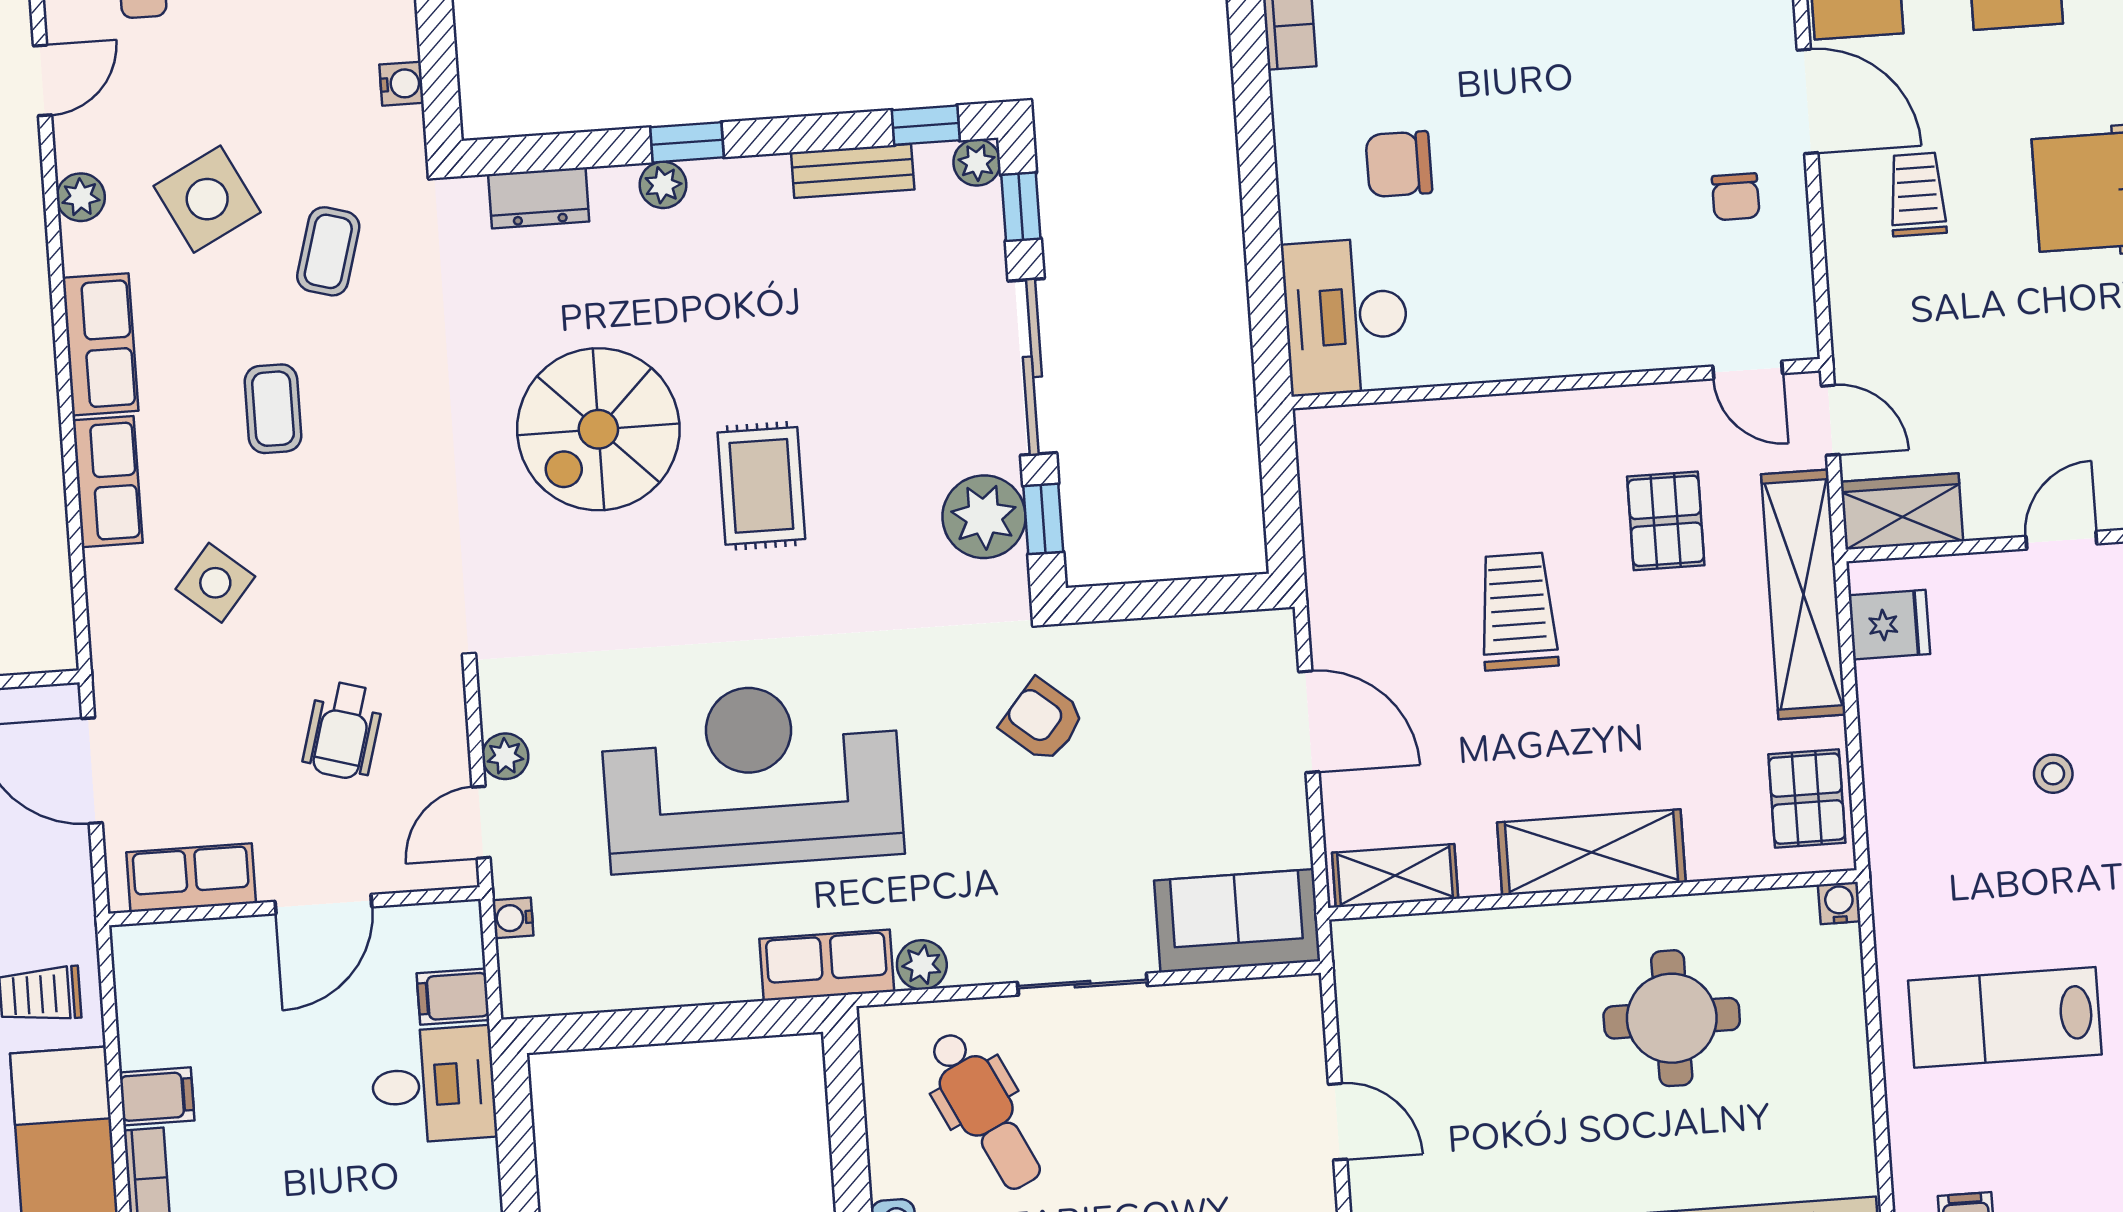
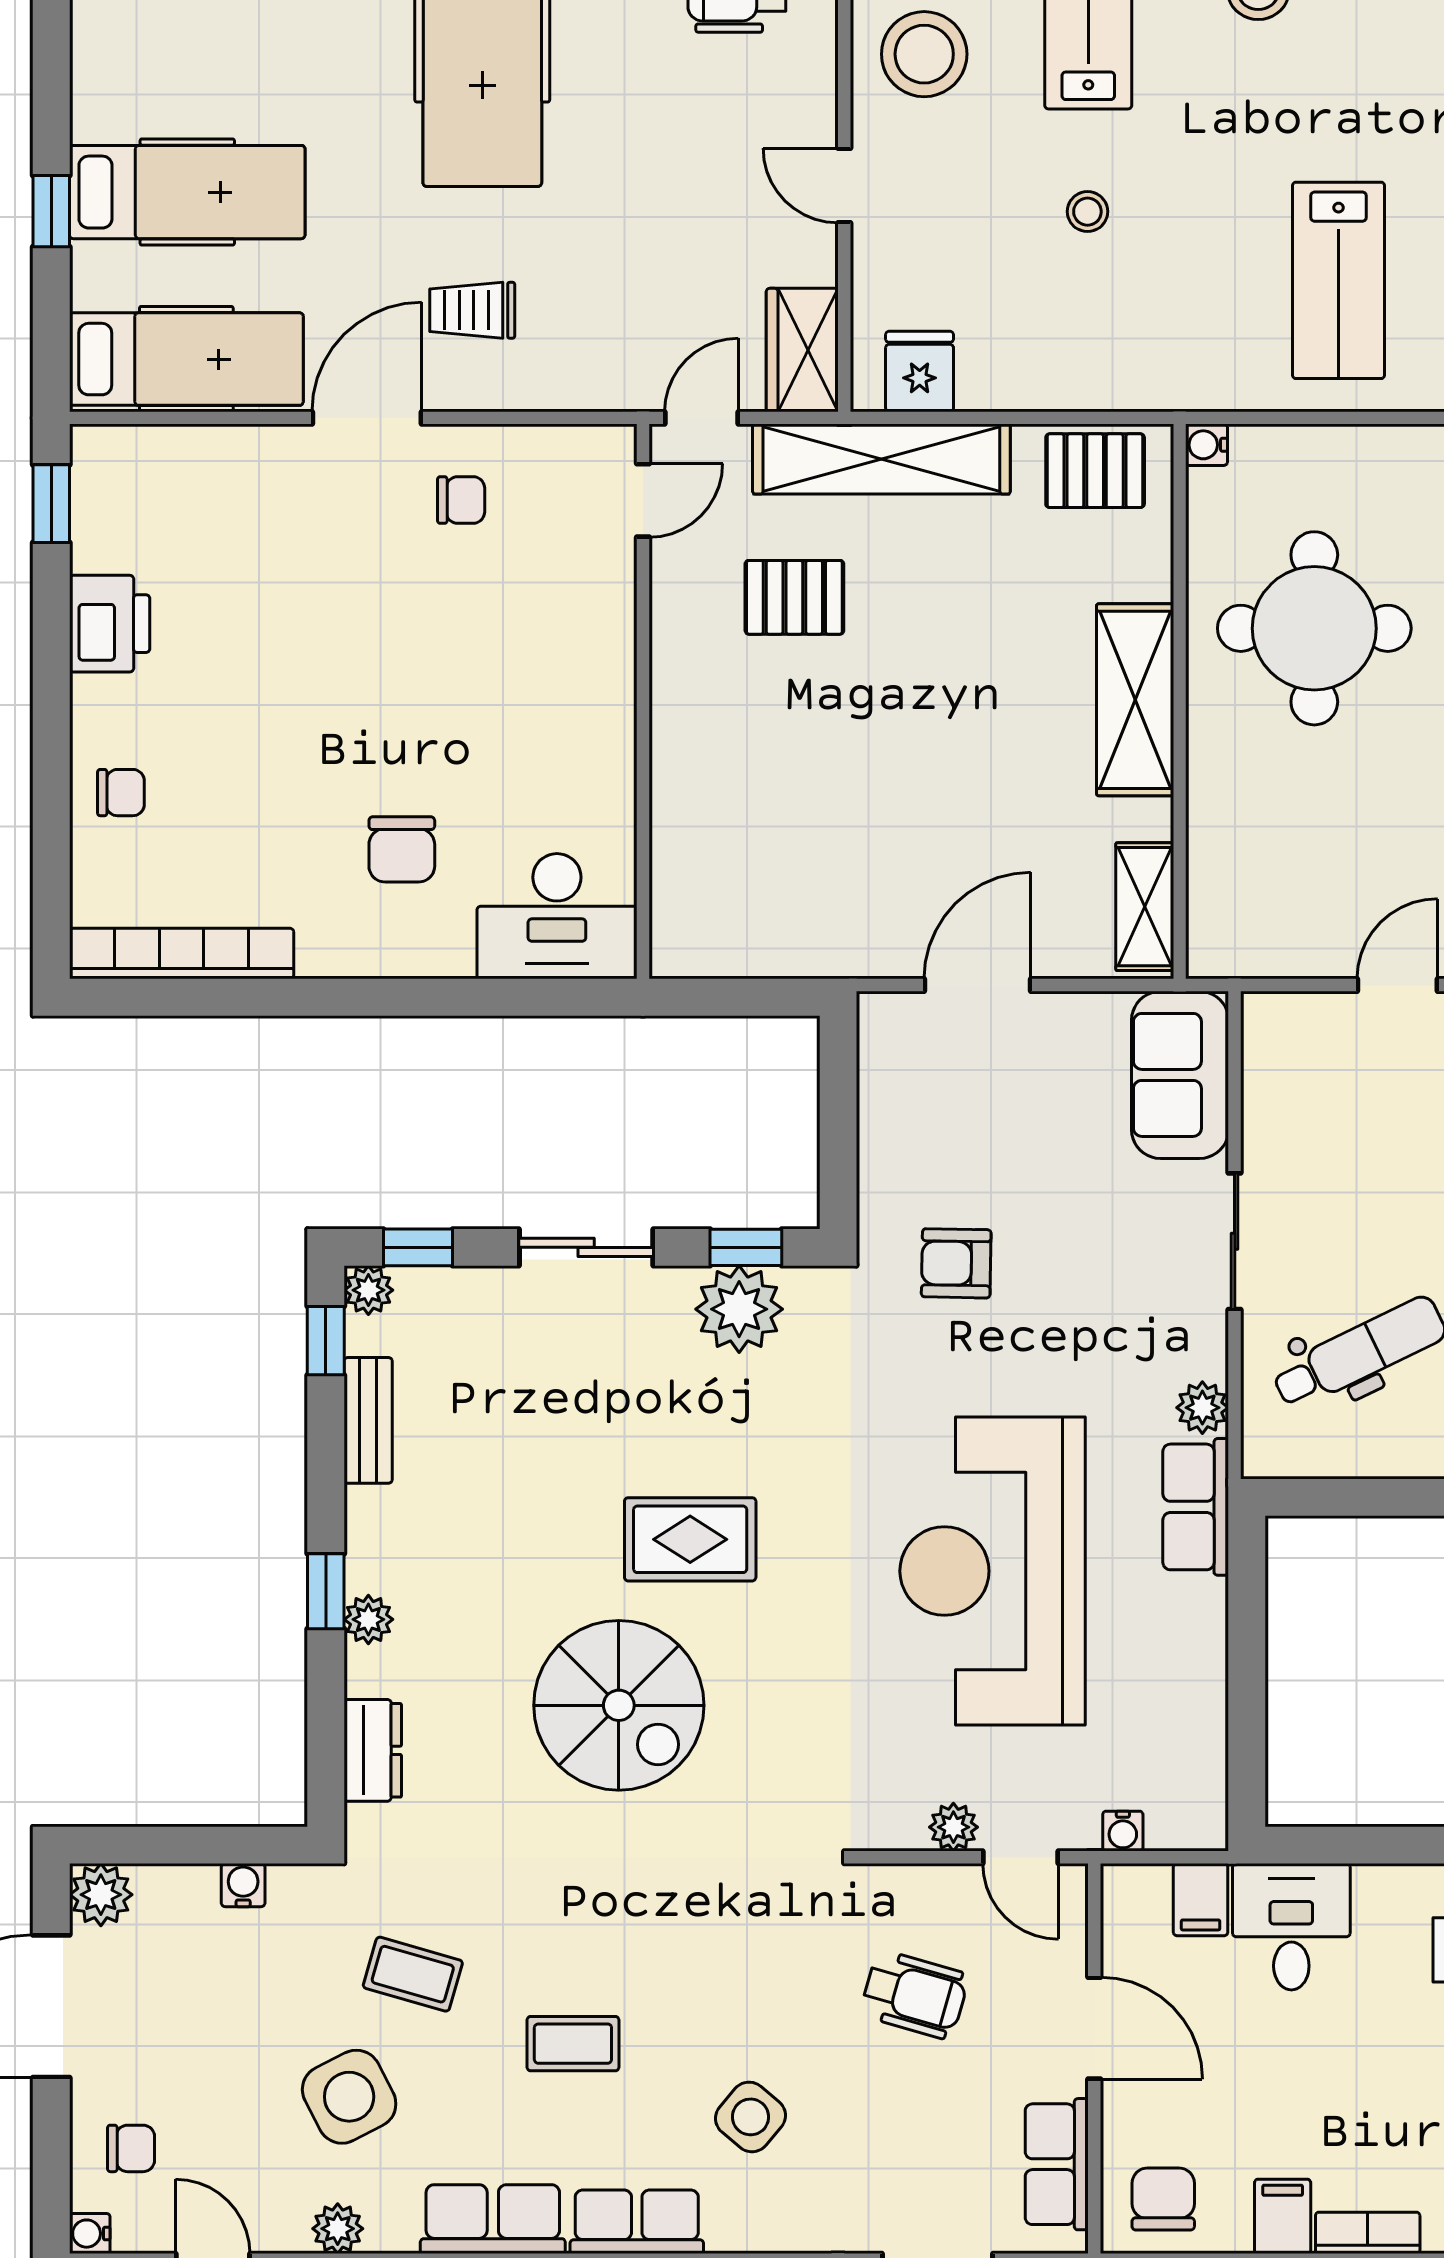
sliding door: (1032, 367) -> (586, 1247), width x0.73
trolley: (1518, 611) -> (878, 759), removed
armchair: (1042, 720) -> (956, 1263), turned 51
chair: (165, 981) -> (1163, 2199), added
round table: (1672, 1018) -> (1314, 628), width x1.36, depth x1.36

